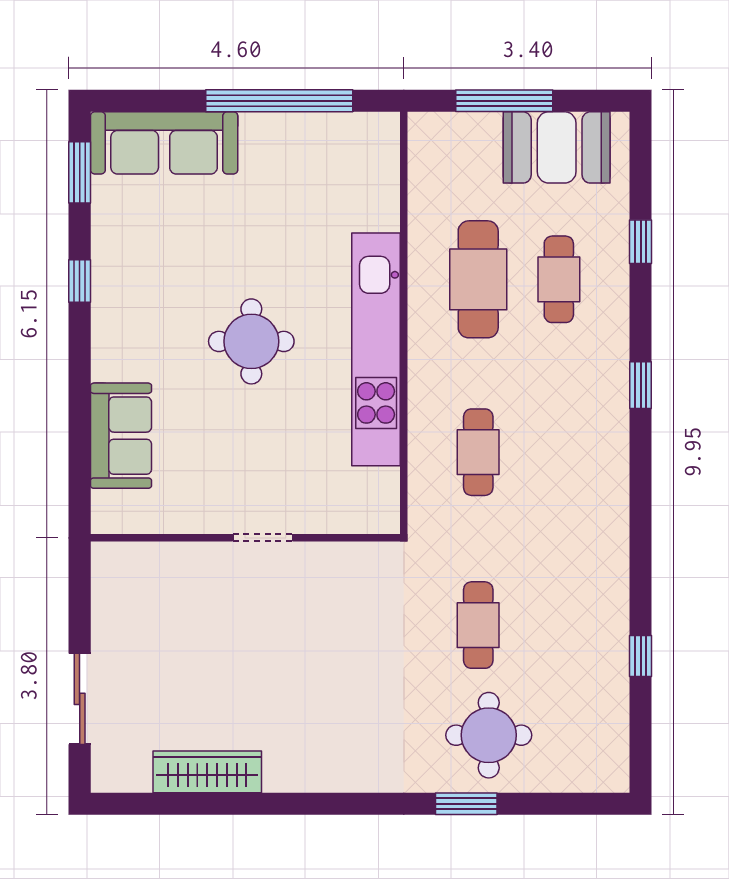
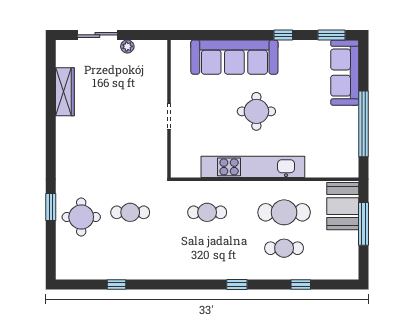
booth: (557, 147) -> (343, 206), moved
sofa: (121, 436) -> (234, 57), width x1.85, depth x1.27
plant: (105, 632) -> (127, 46), added

